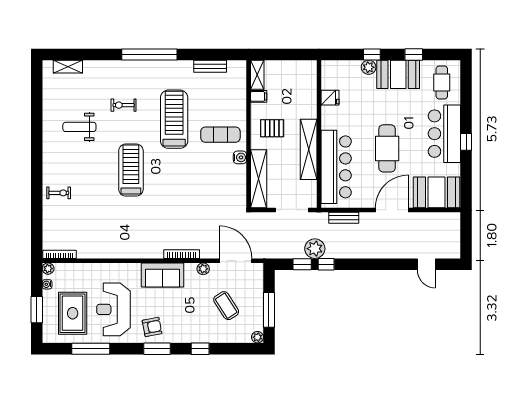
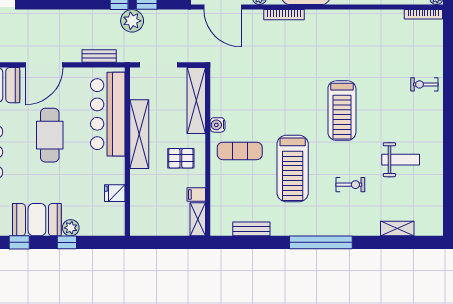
shelving: (68, 67) -> (397, 229), moved

